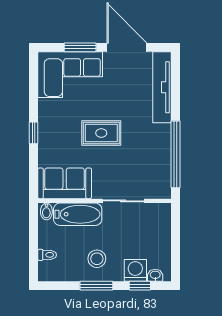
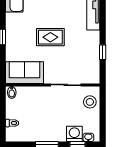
window: (176, 154) -> (103, 52), width x0.32
bathtub: (78, 214) -> (34, 94), removed
stool: (97, 259) -> (90, 102), moved

